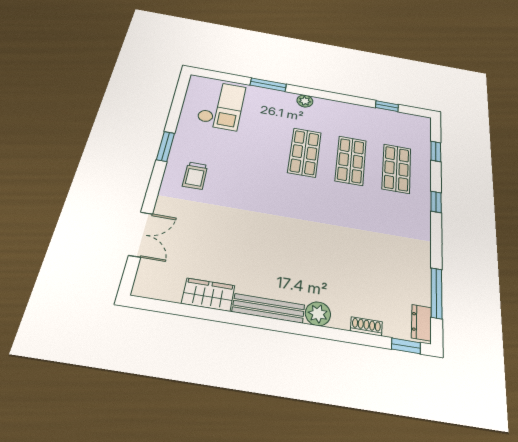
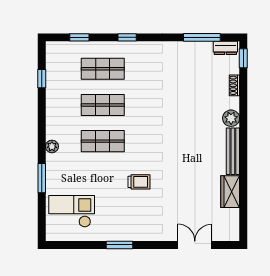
trolley: (195, 176) -> (139, 182), moved

